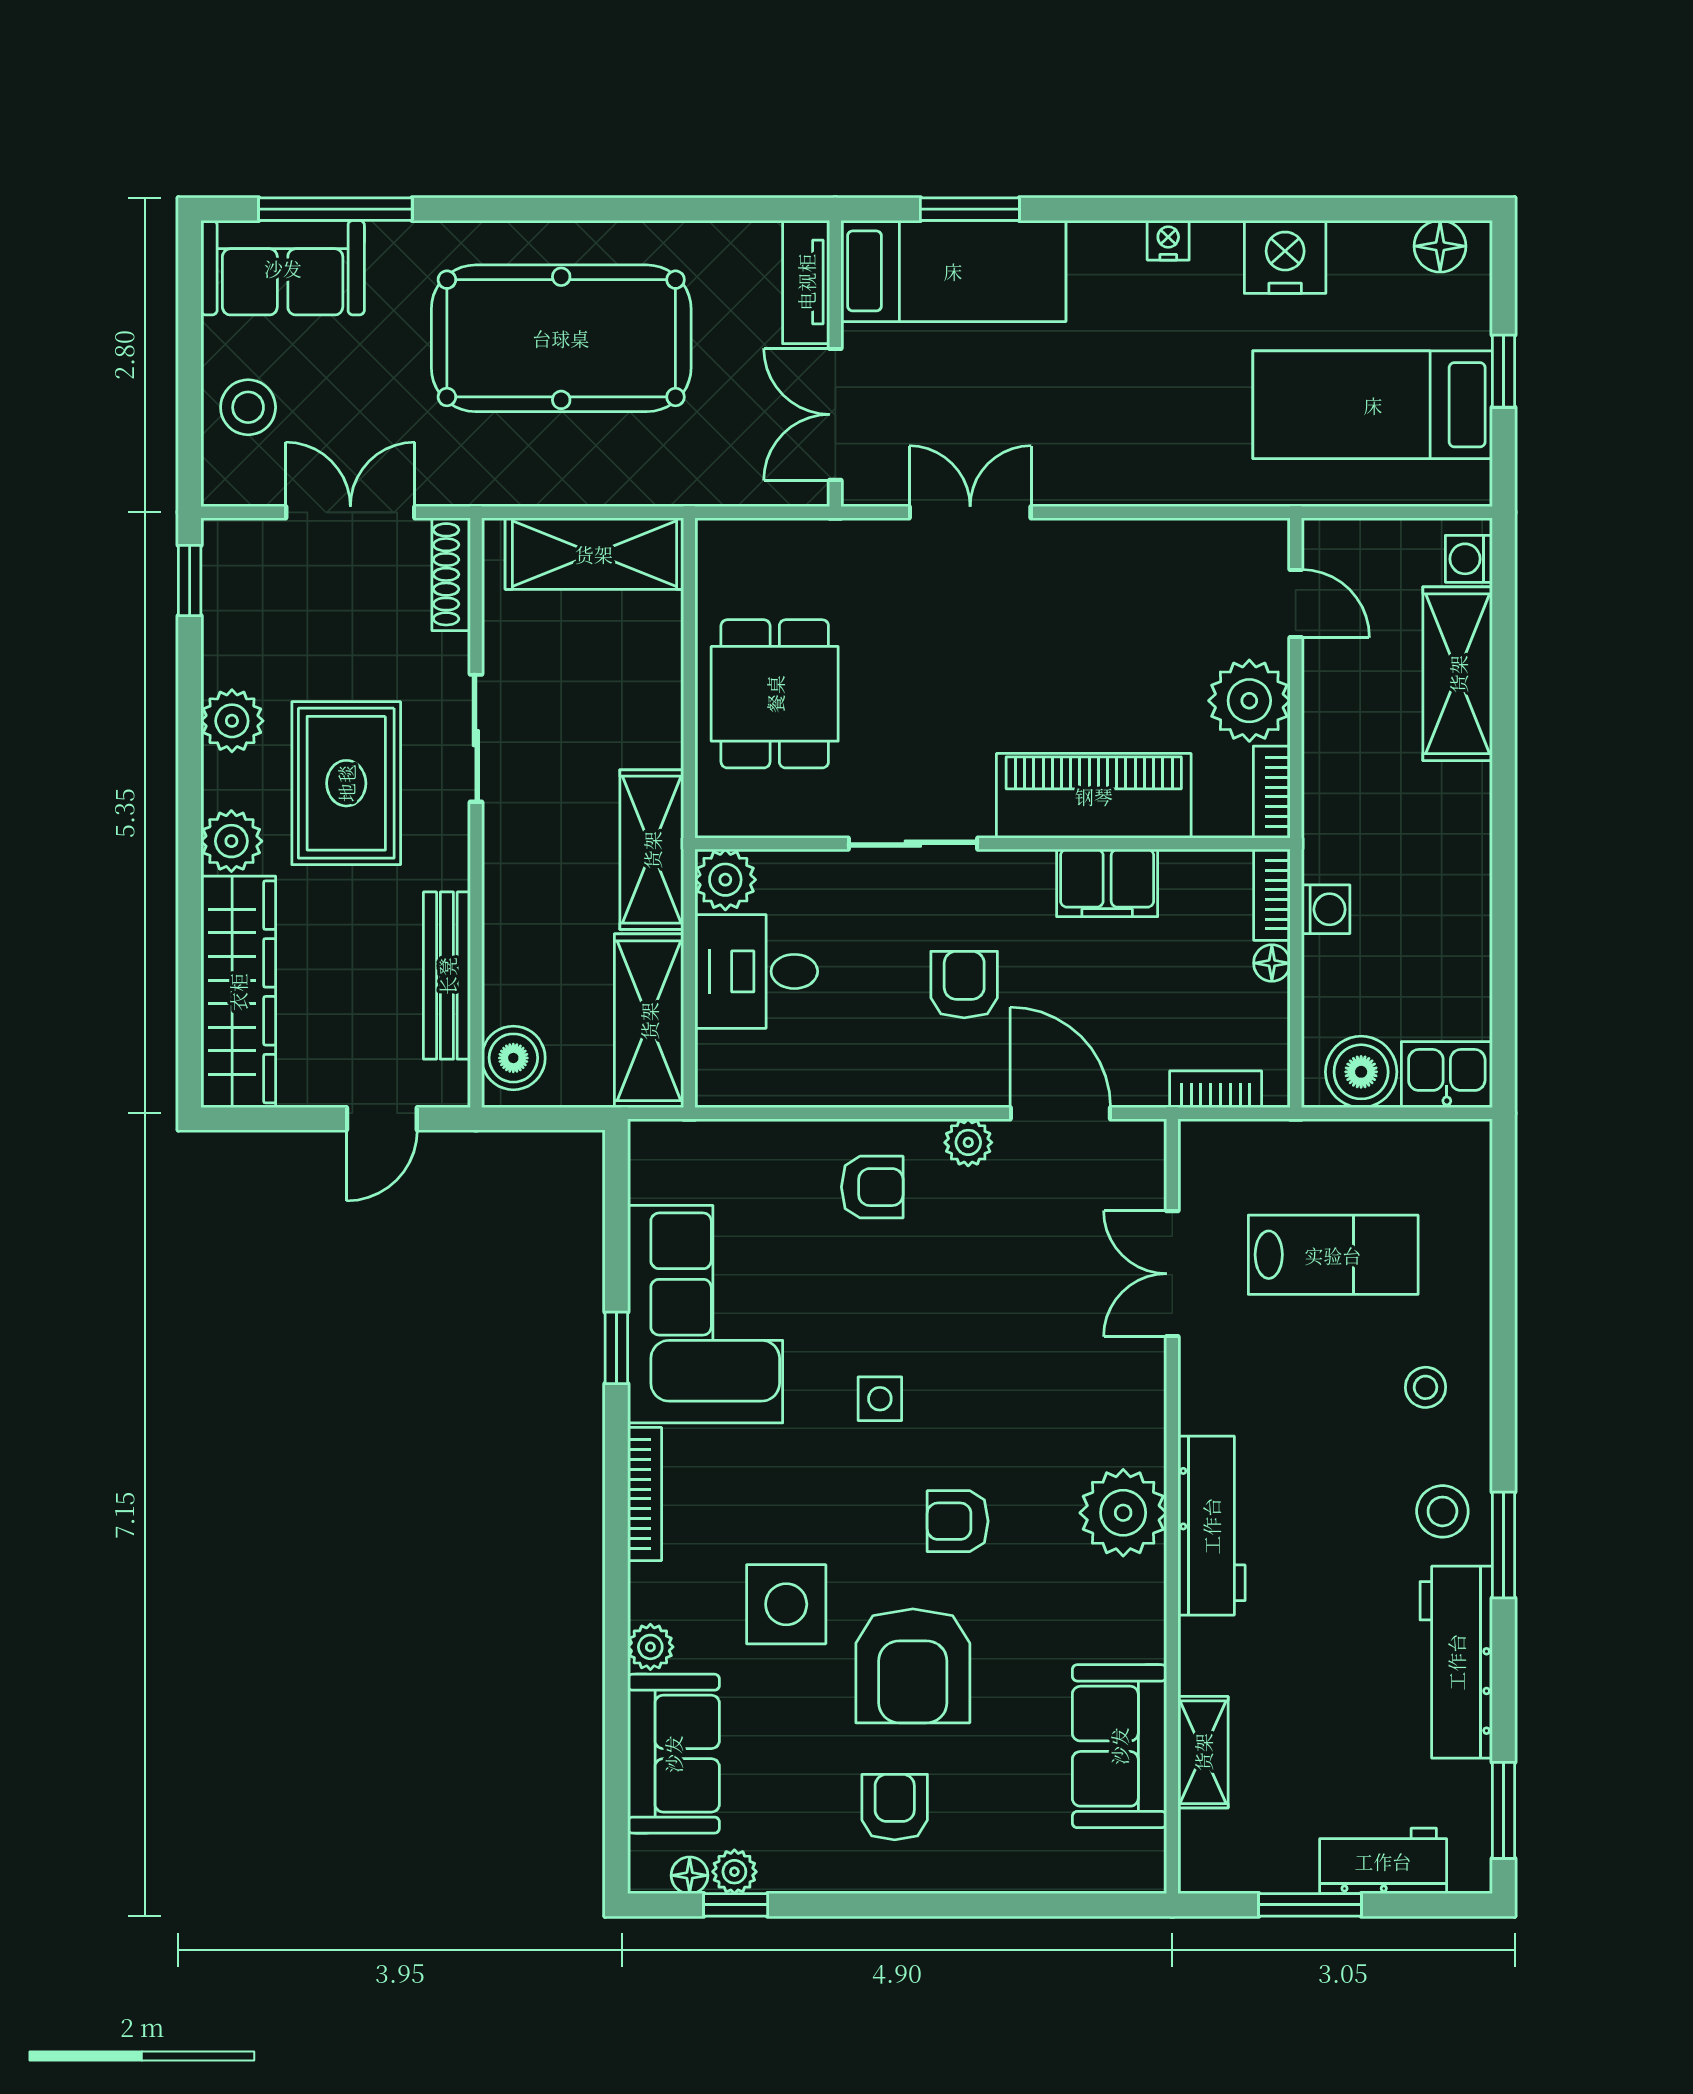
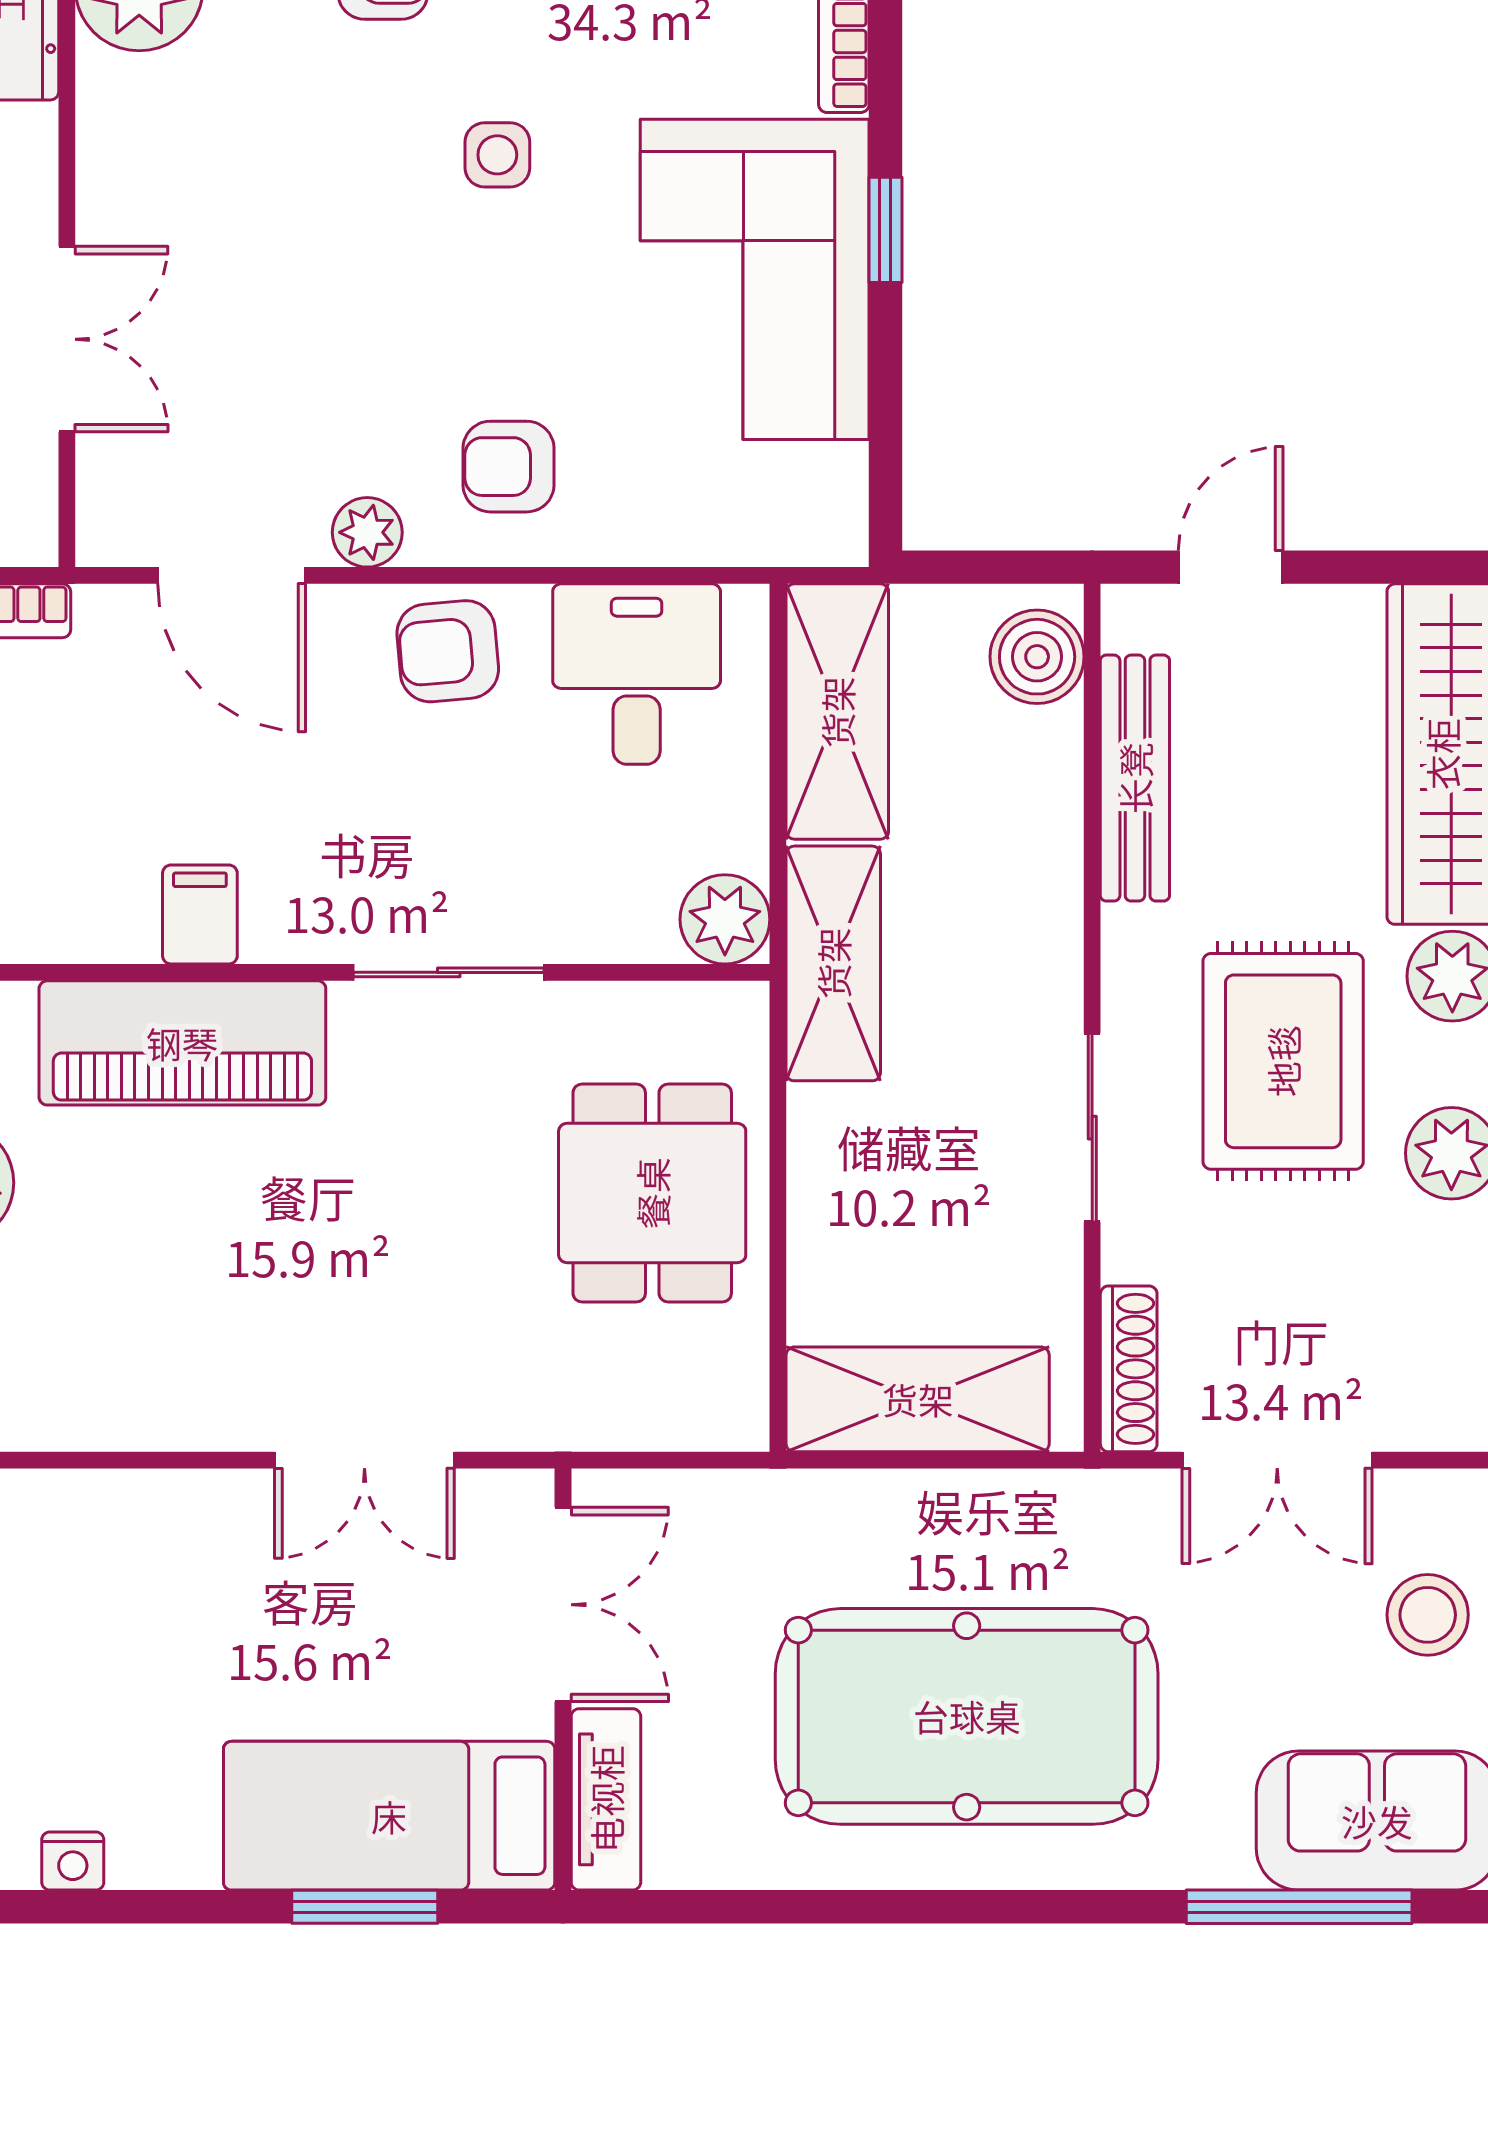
filing cabinet: (1107, 883) -> (200, 914), width x0.50
desk: (756, 971) -> (637, 674), moved, turned -90
armchair: (964, 985) -> (448, 651), moved, turned 85

